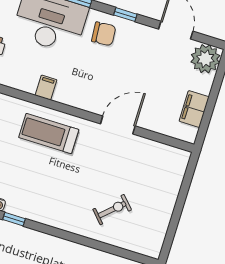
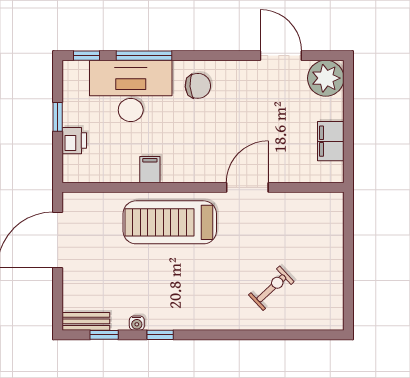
window: (125, 15) -> (216, 56), removed
treadmill: (49, 134) -> (170, 222), width x1.37, depth x1.38

